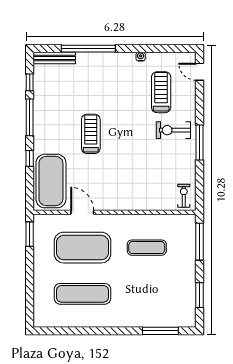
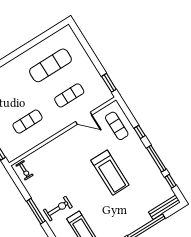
treadmill: (91, 134) -> (110, 173), width x1.37, depth x1.38
exercise mat: (51, 181) -> (117, 126), width x0.50, depth x0.69
exercise mat: (82, 248) -> (69, 95), width x0.50, depth x0.69

